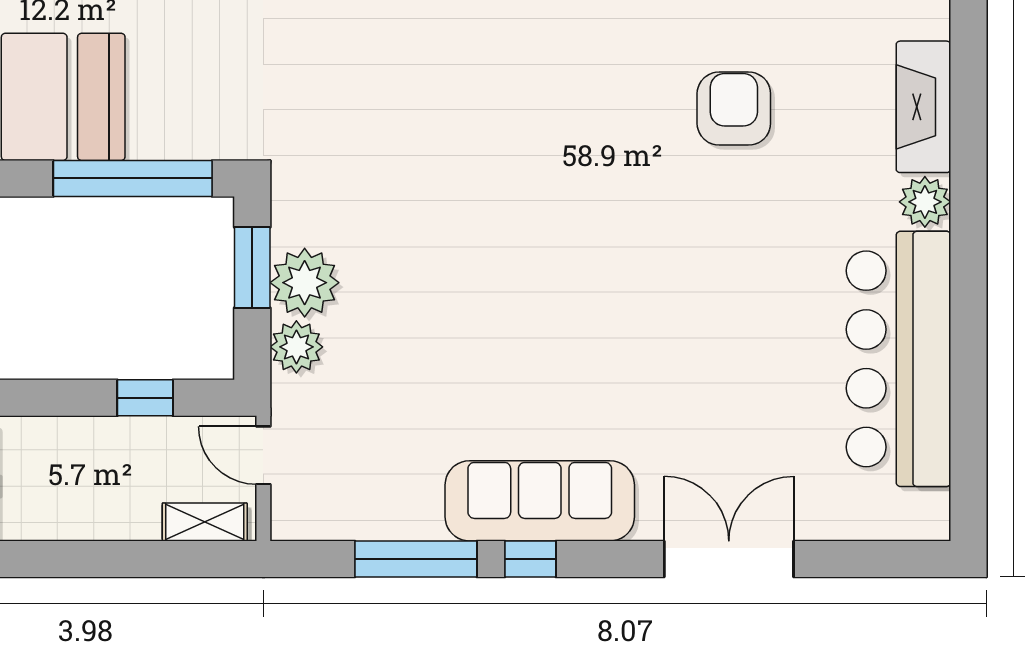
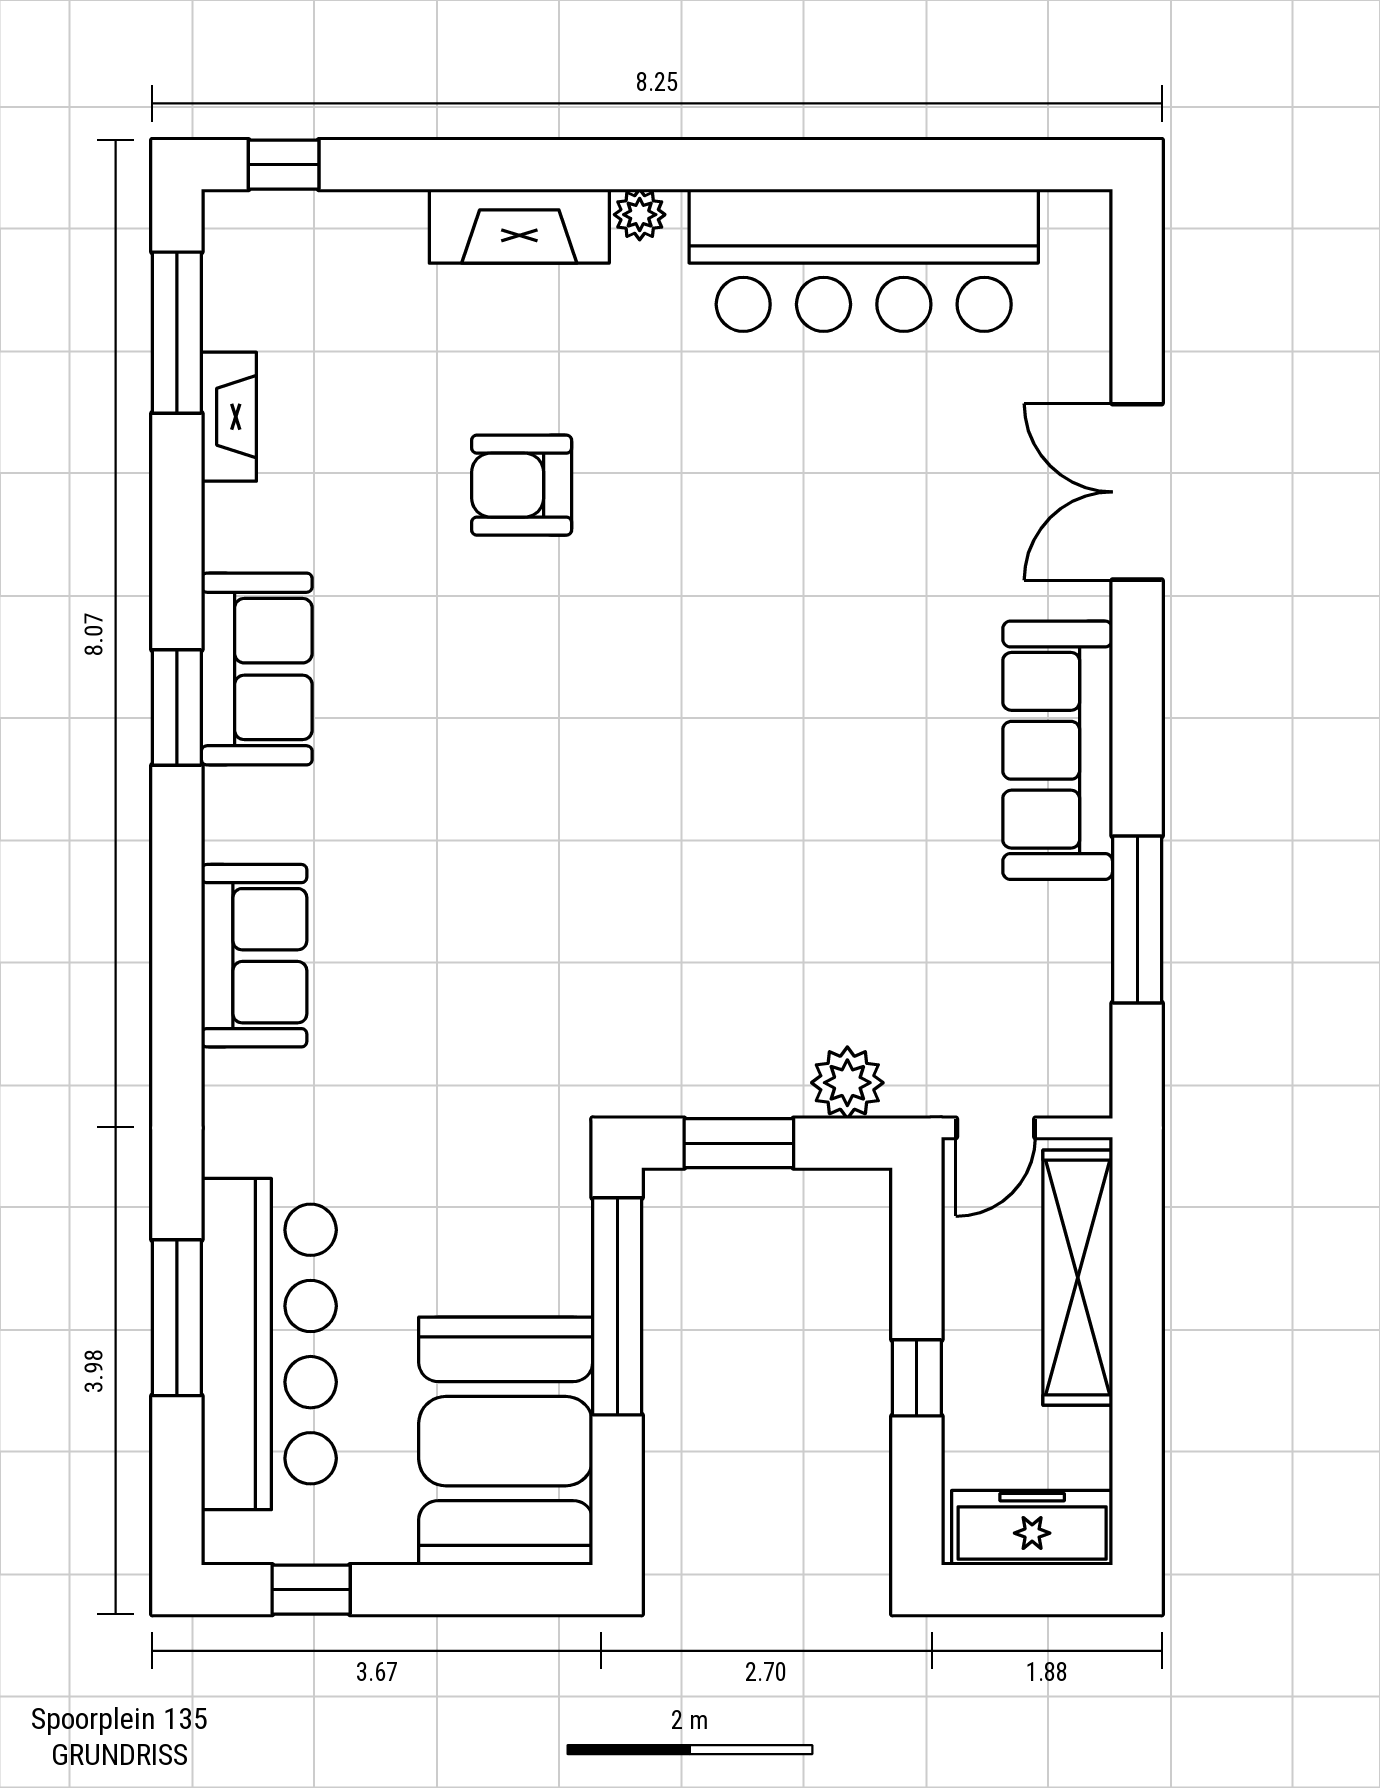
plant: (925, 202) -> (640, 215), width x0.73, depth x0.73
plant: (305, 283) -> (759, 1072), removed
window: (145, 398) -> (917, 1378), moved
shelving: (205, 522) -> (1078, 1278), width x2.20, depth x1.33
window: (530, 559) -> (1137, 763), removed

